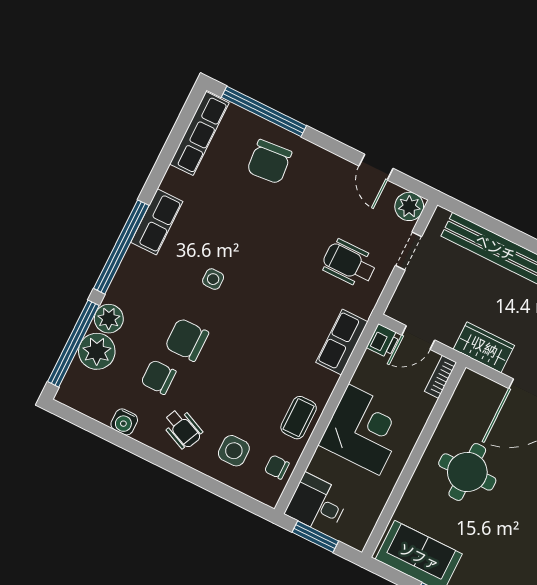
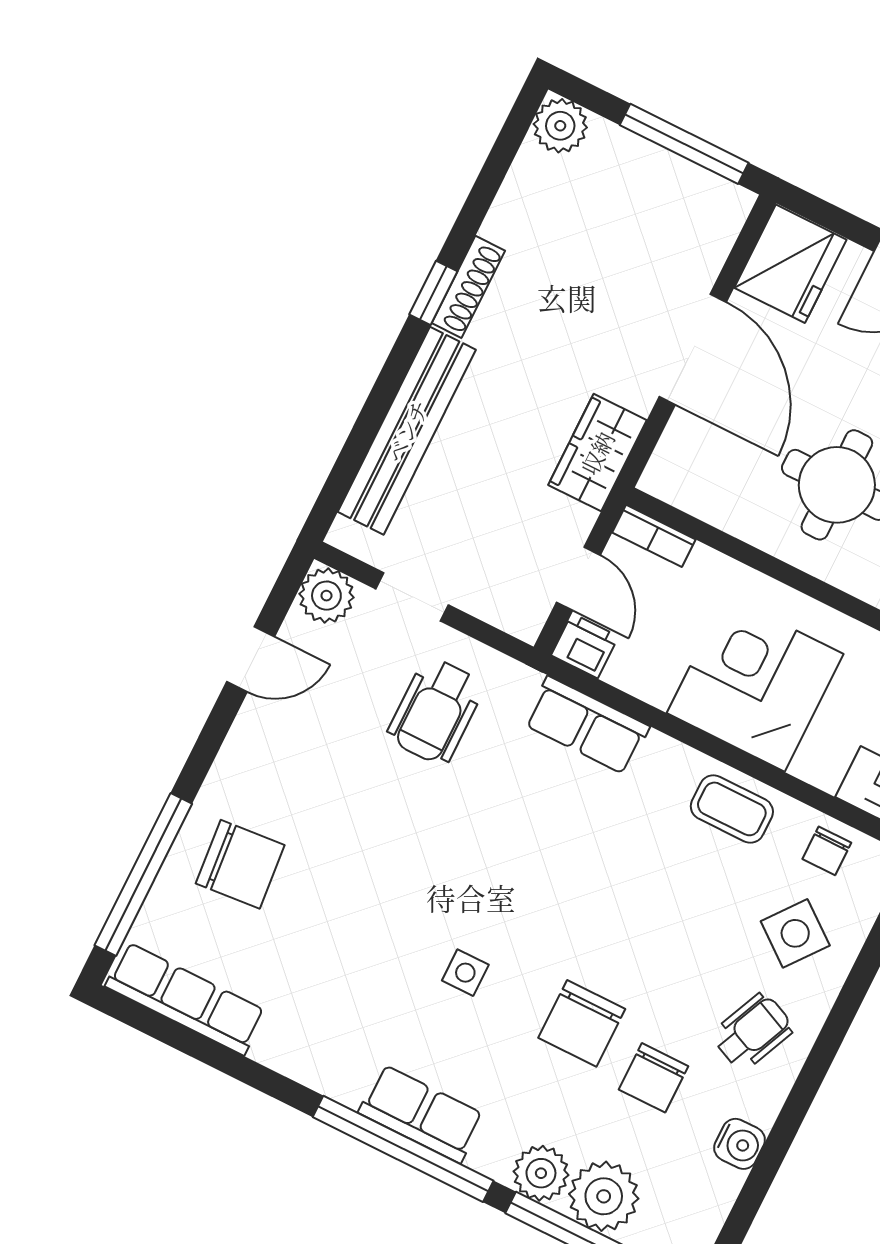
row of seats: (157, 222) -> (421, 1114), moved
side table: (234, 451) -> (795, 933), turned 38

